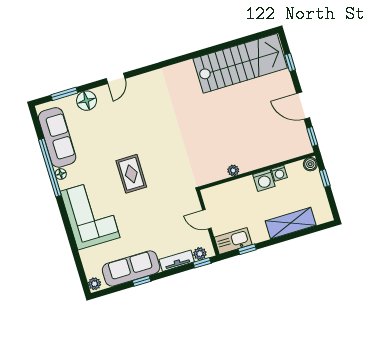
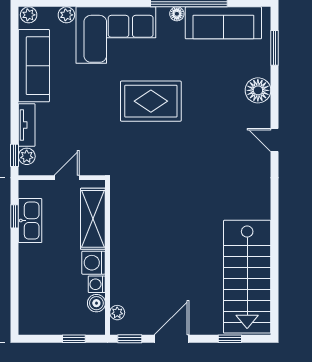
door: (116, 78) -> (275, 140), moved
floor lamp: (87, 101) -> (258, 90), moved
boiler: (310, 164) -> (96, 303), moved
plant: (233, 170) -> (117, 313), moved
rug: (131, 174) -> (151, 101), width x1.36, depth x1.43
shelving: (291, 223) -> (93, 219), moved
kitchen sink: (233, 241) -> (30, 221), moved
plant: (86, 256) -> (66, 15), added
window: (142, 281) -> (15, 74), removed

